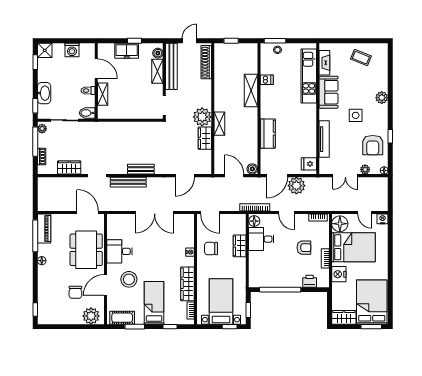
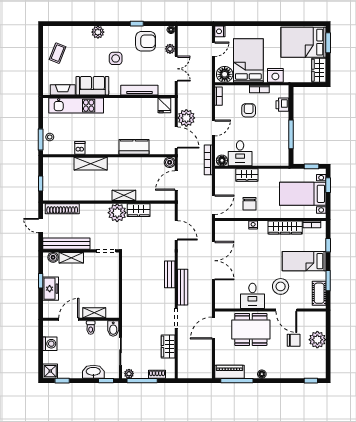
window: (280, 290) -> (291, 134), width x0.68
plant: (91, 316) -> (317, 340), moved

